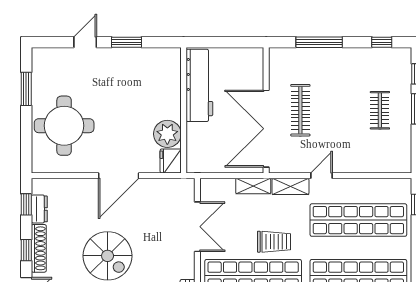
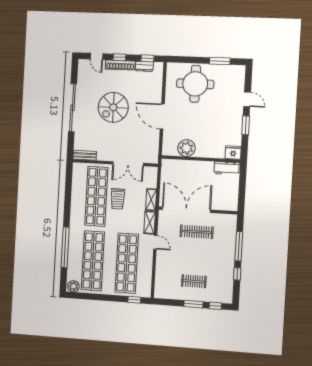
window: (382, 42) -> (237, 274), moved
workbench: (199, 85) -> (227, 168), width x0.53, depth x0.76
fridge: (171, 161) -> (233, 153), moved
trolley: (274, 242) -> (118, 199), moved

